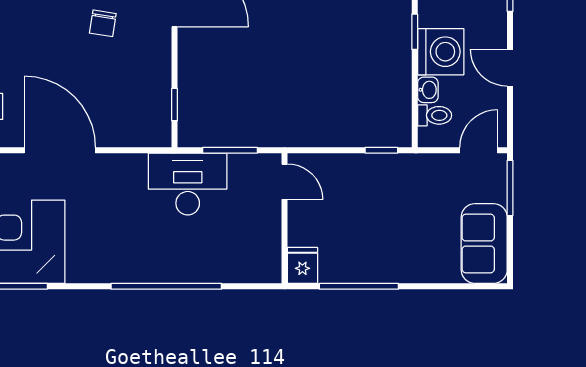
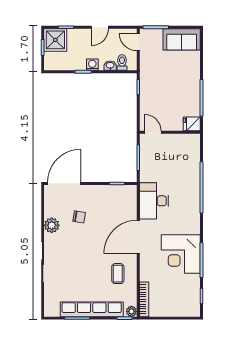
washing machine: (441, 52) -> (92, 65), width x0.53, depth x0.53
door: (284, 182) -> (153, 132), hinge flipped
desk: (188, 184) -> (154, 201), moved

